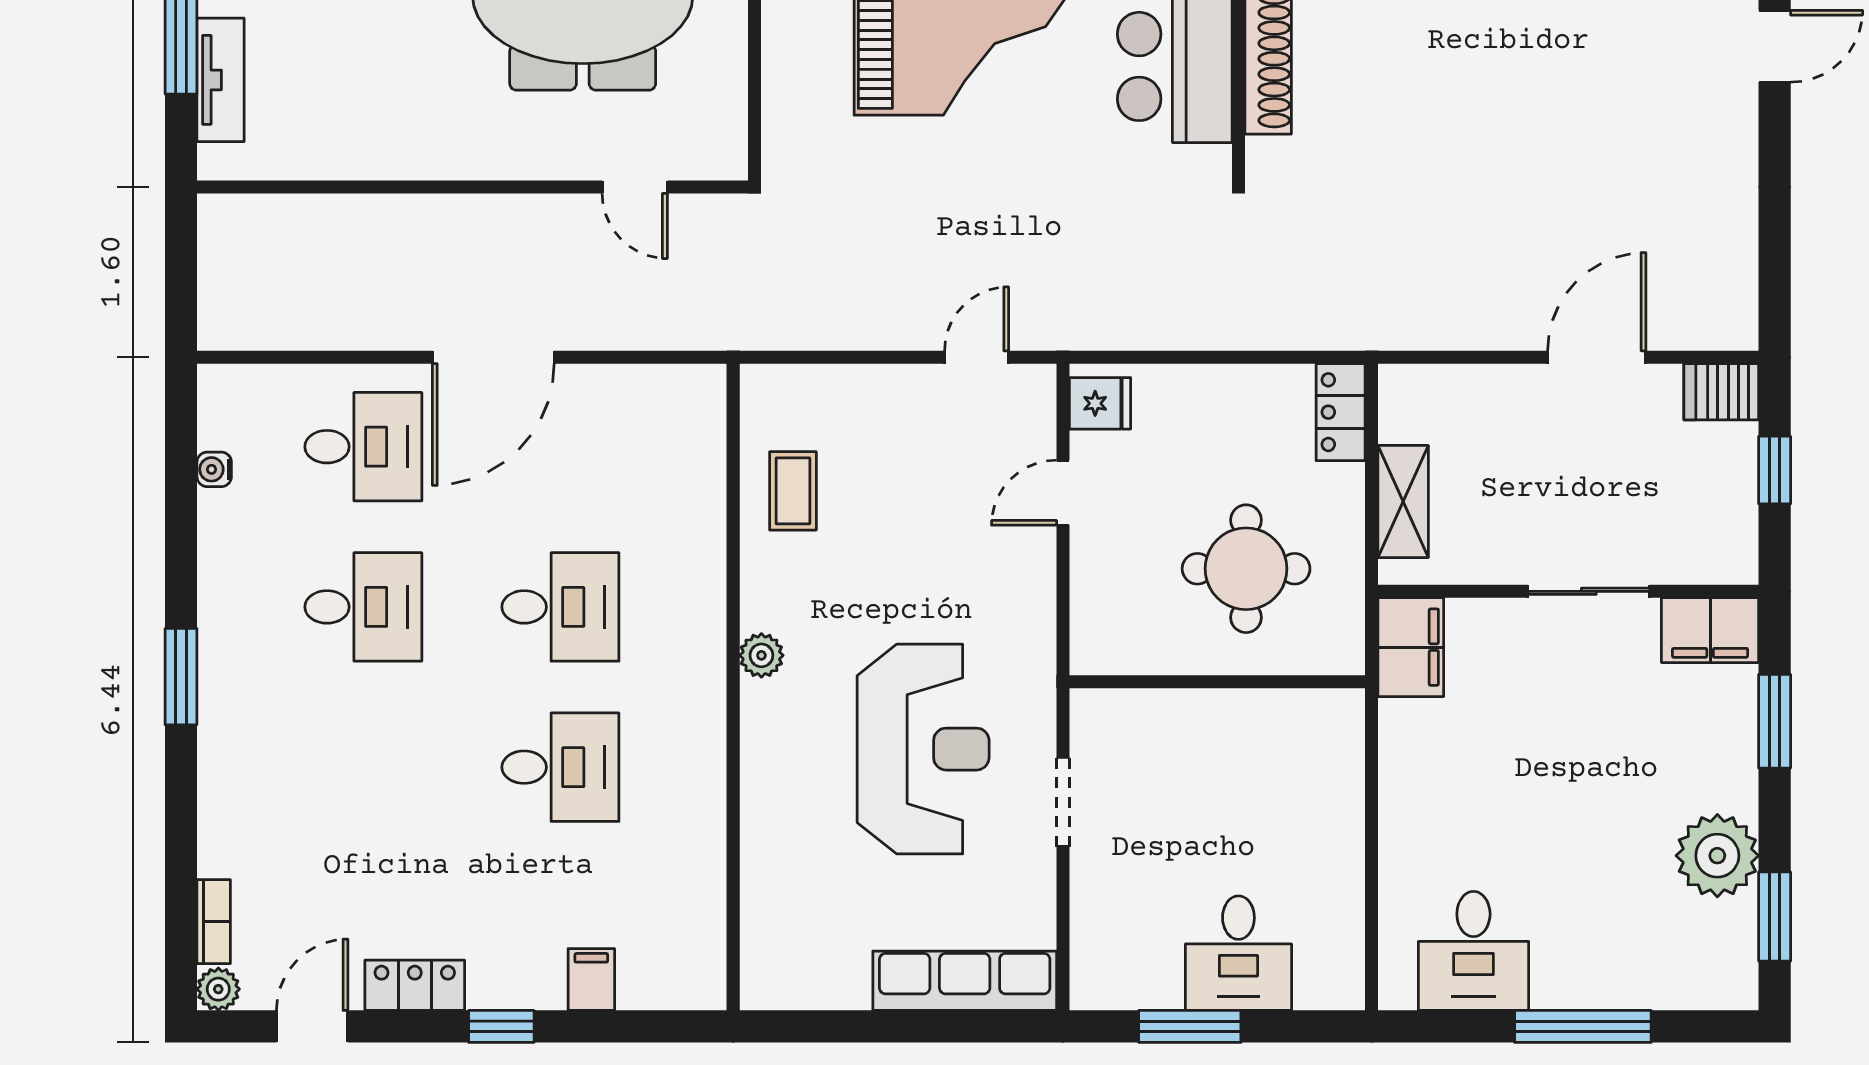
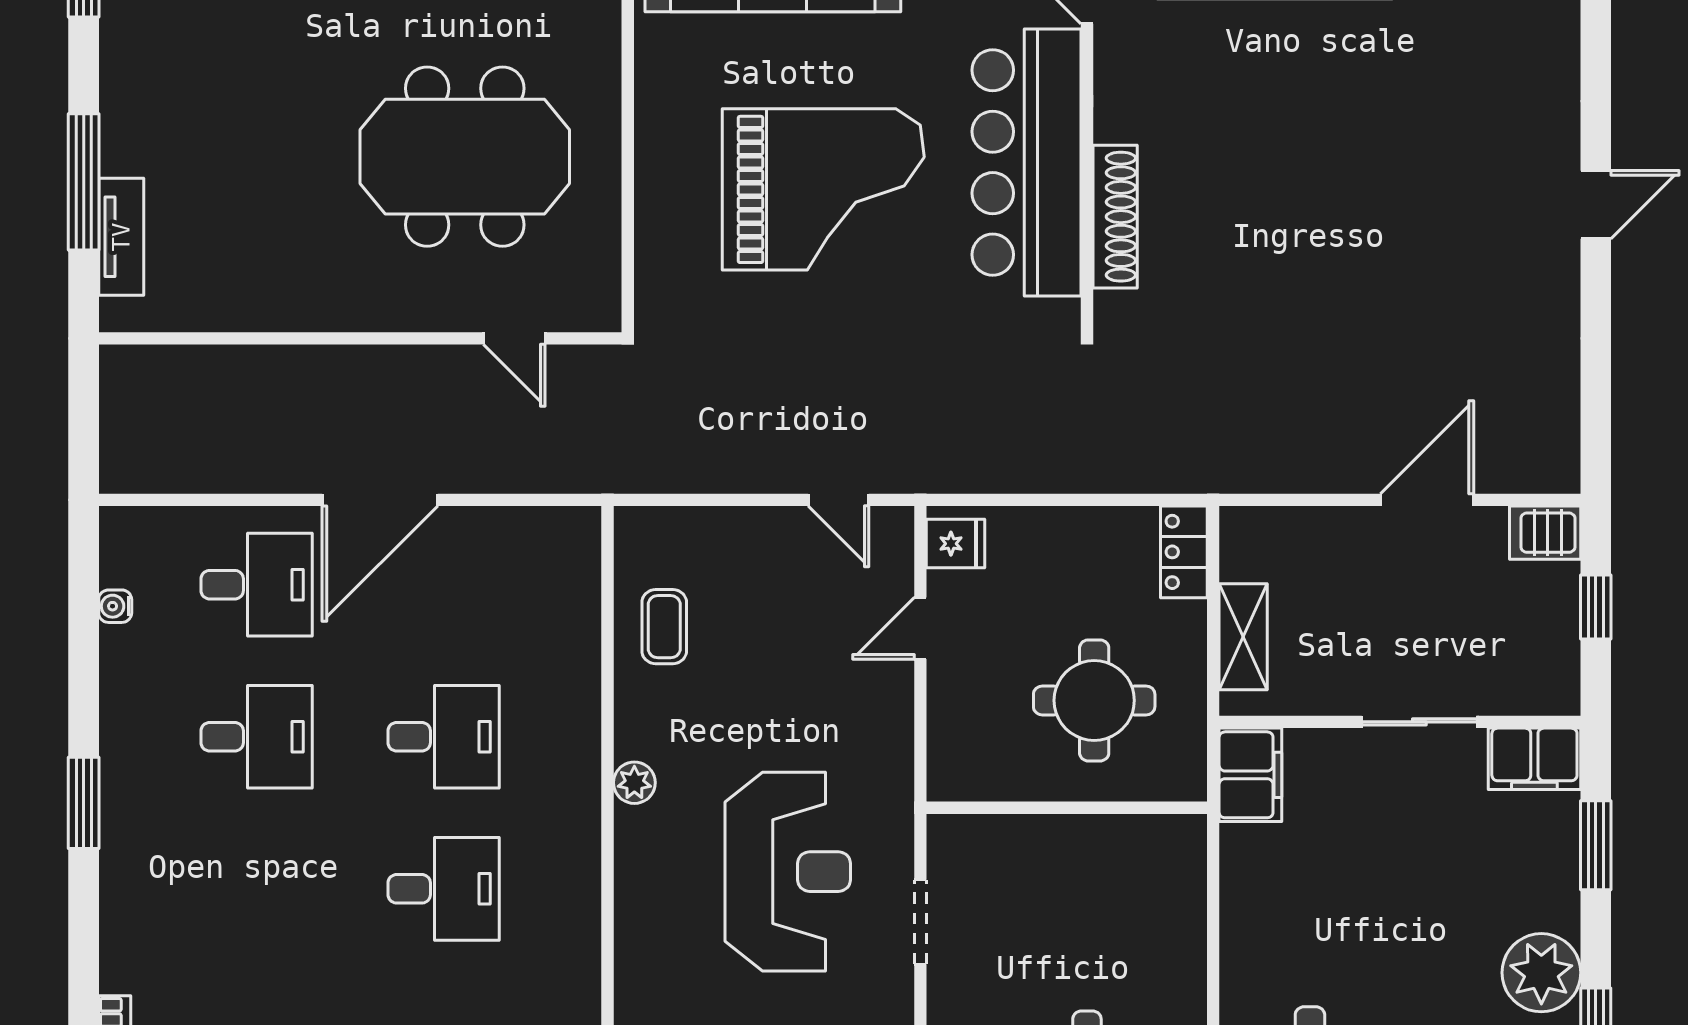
door: (977, 357) -> (838, 500), swing flipped

